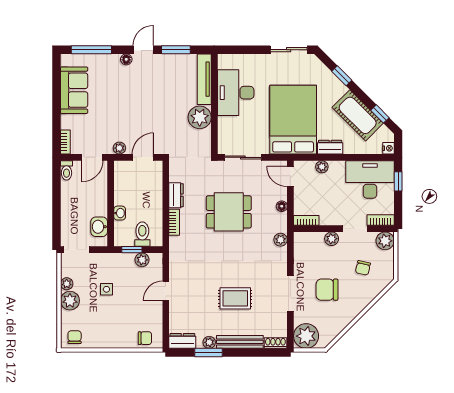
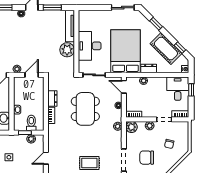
desk: (236, 93) -> (90, 46), moved
desk: (370, 179) -> (178, 89), width x0.73
dining table: (229, 212) -> (85, 109), width x1.38
plant: (385, 241) -> (131, 127), moved

